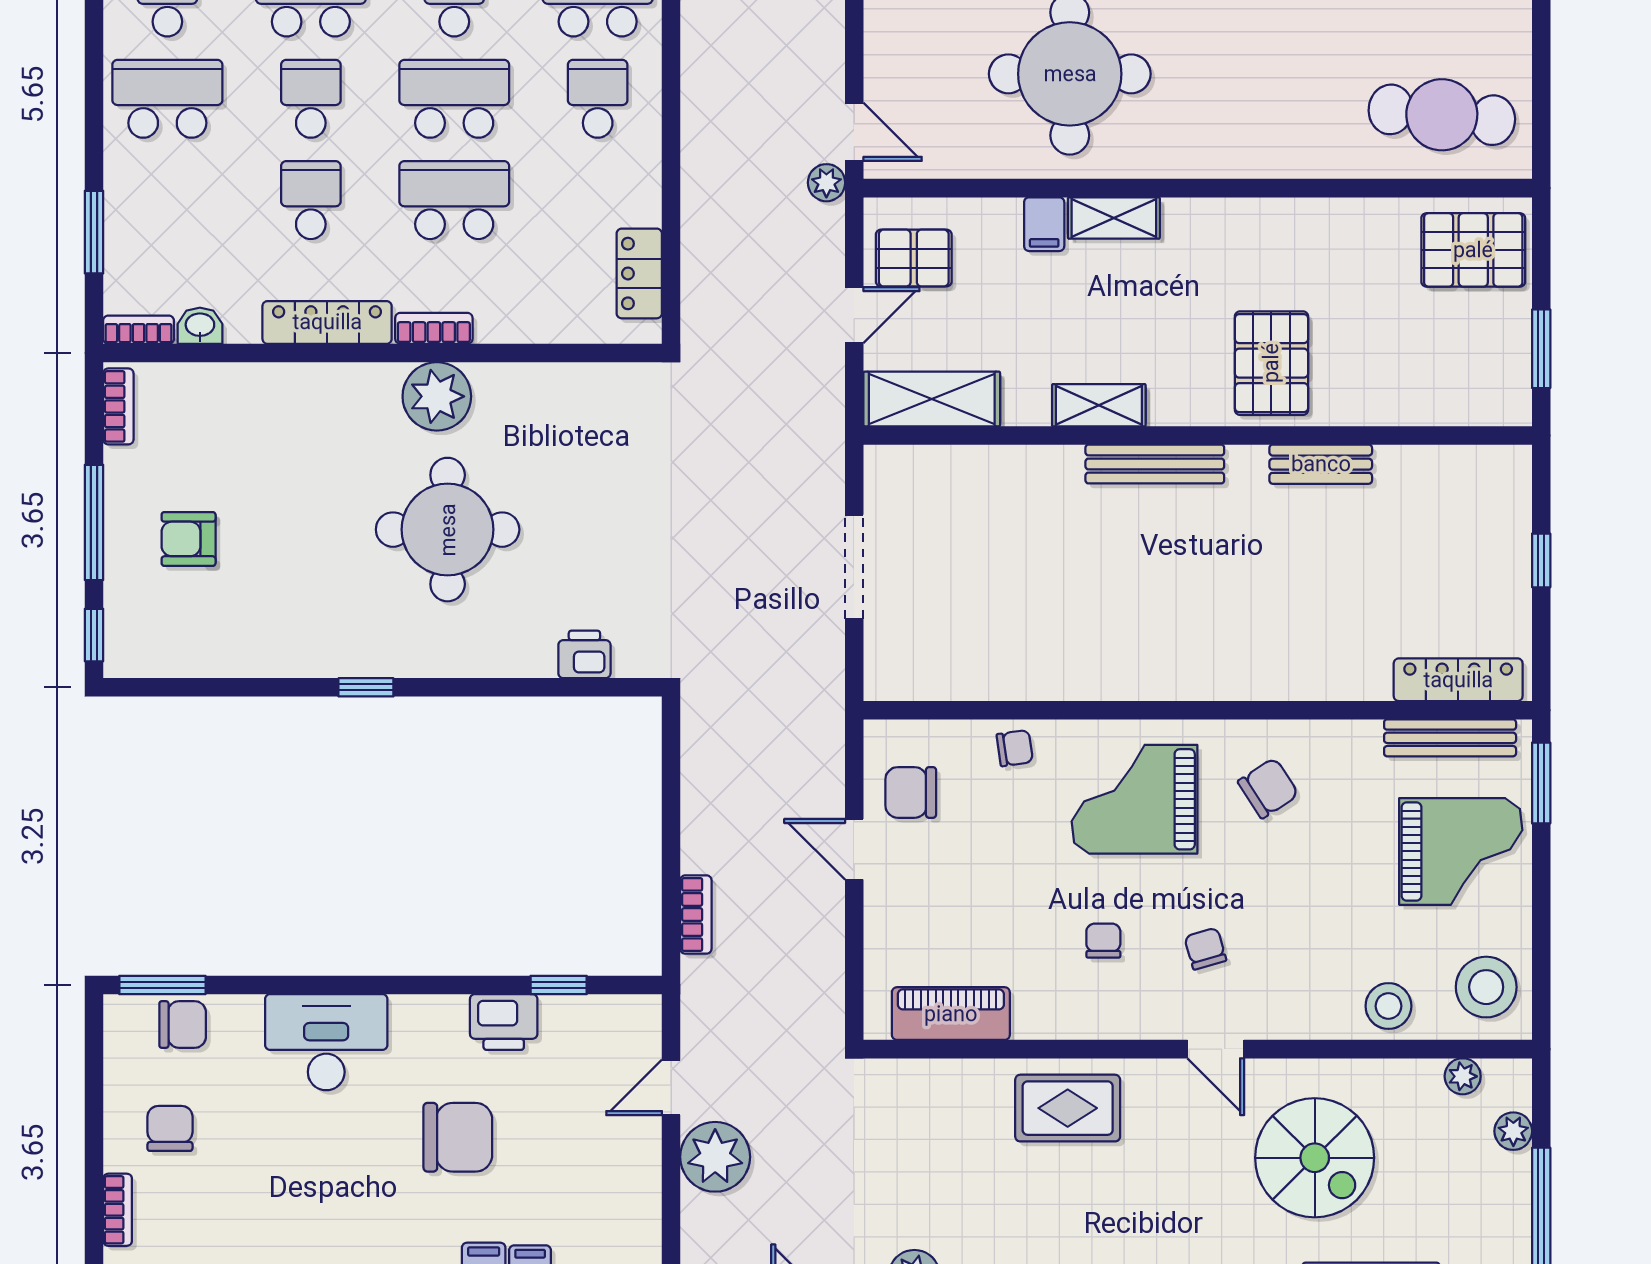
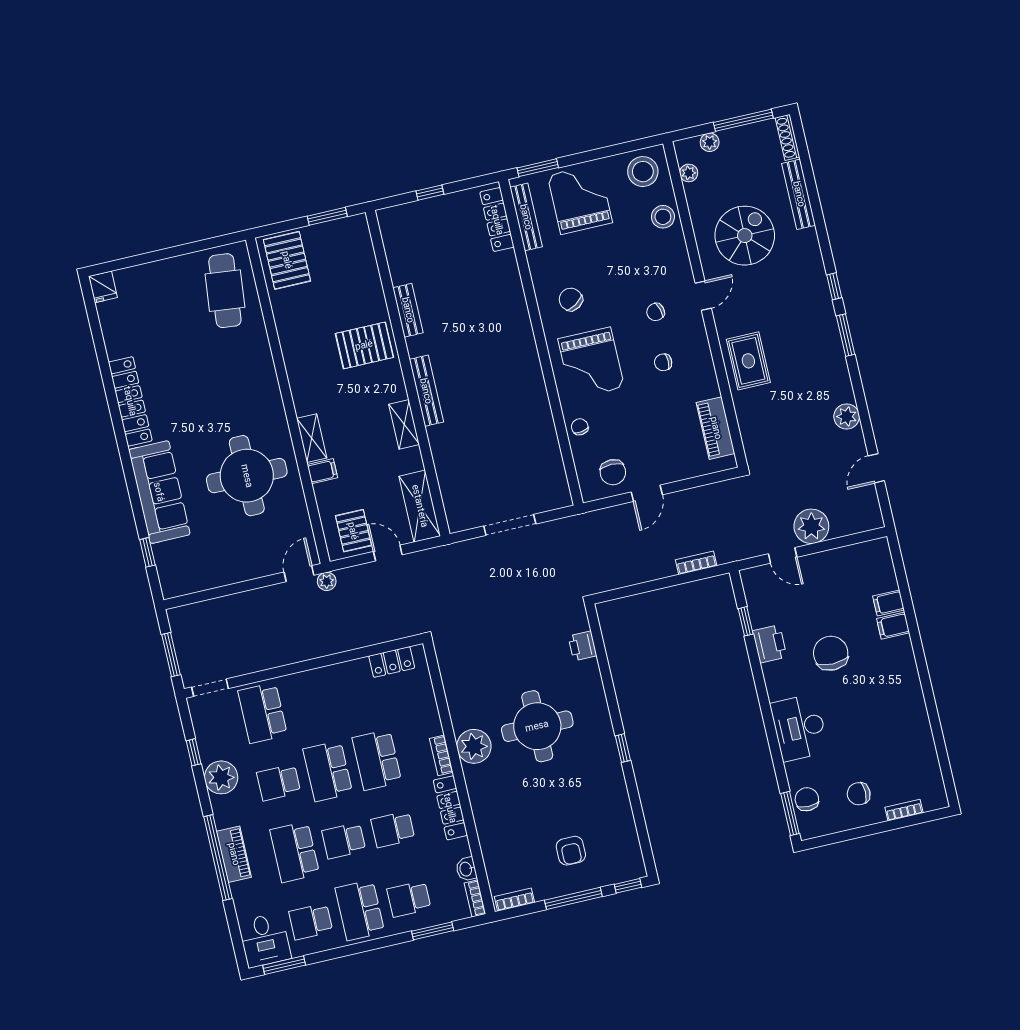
school desk: (598, 99) -> (409, 899), moved

